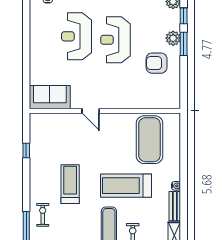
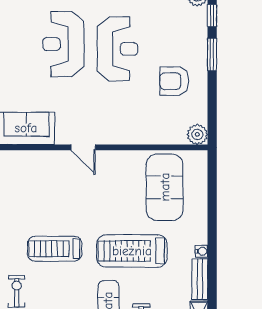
plant: (173, 38) -> (197, 134), moved
reception desk: (115, 40) -> (117, 49), turned 180
treadmill: (70, 184) -> (55, 249), turned -90

